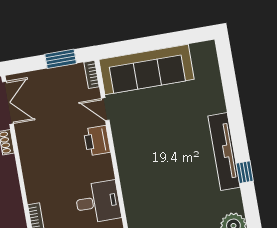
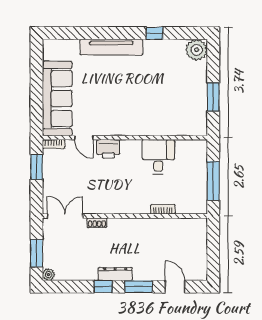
door: (105, 109) -> (84, 138), hinge flipped
tv unit: (224, 152) -> (111, 47), moved

